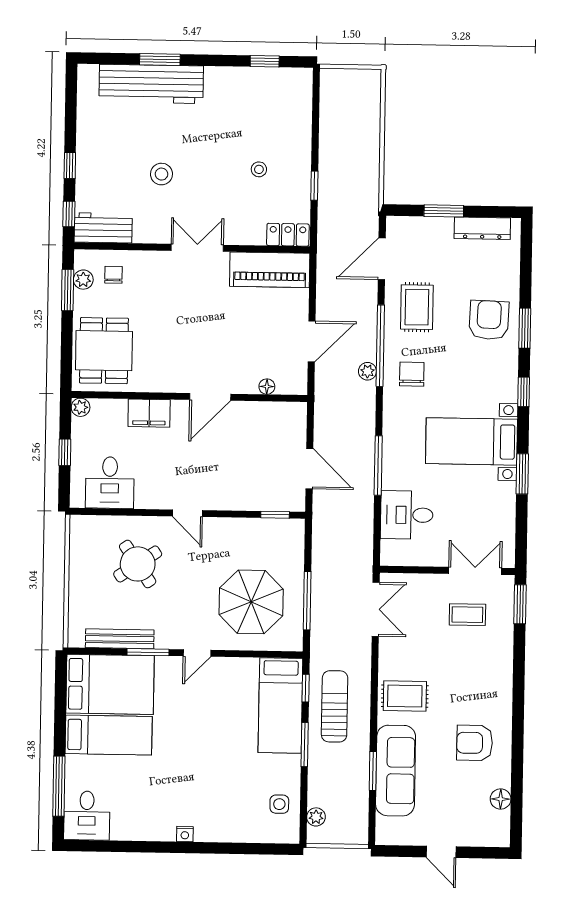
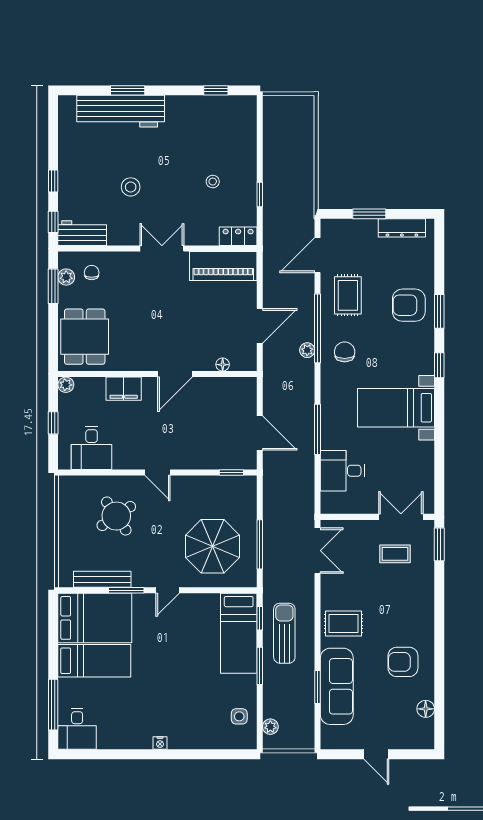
armchair: (489, 320) -> (409, 305), turned -92
window: (522, 474) -> (439, 434), removed

